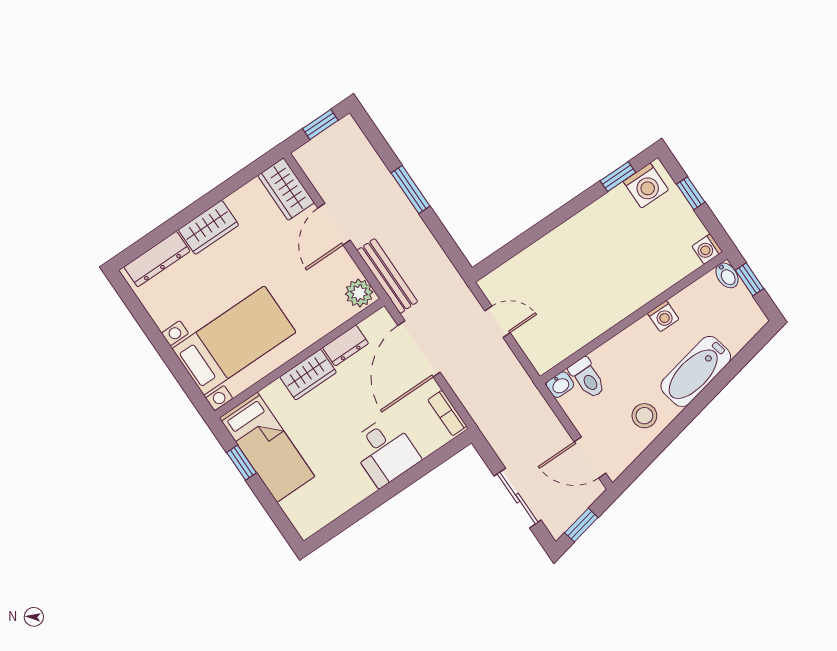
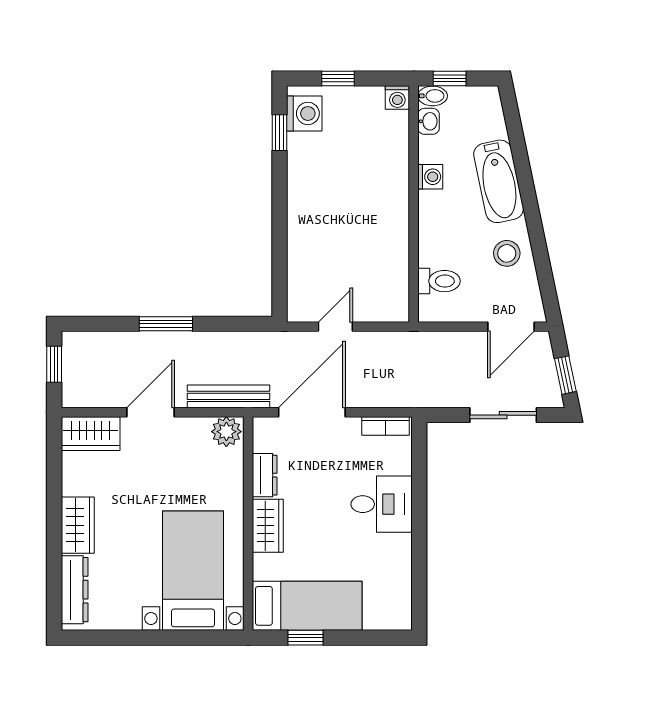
door: (334, 224) -> (150, 412), swing flipped
door: (419, 349) -> (312, 412), swing flipped
washbasin: (560, 385) -> (428, 121), moved

